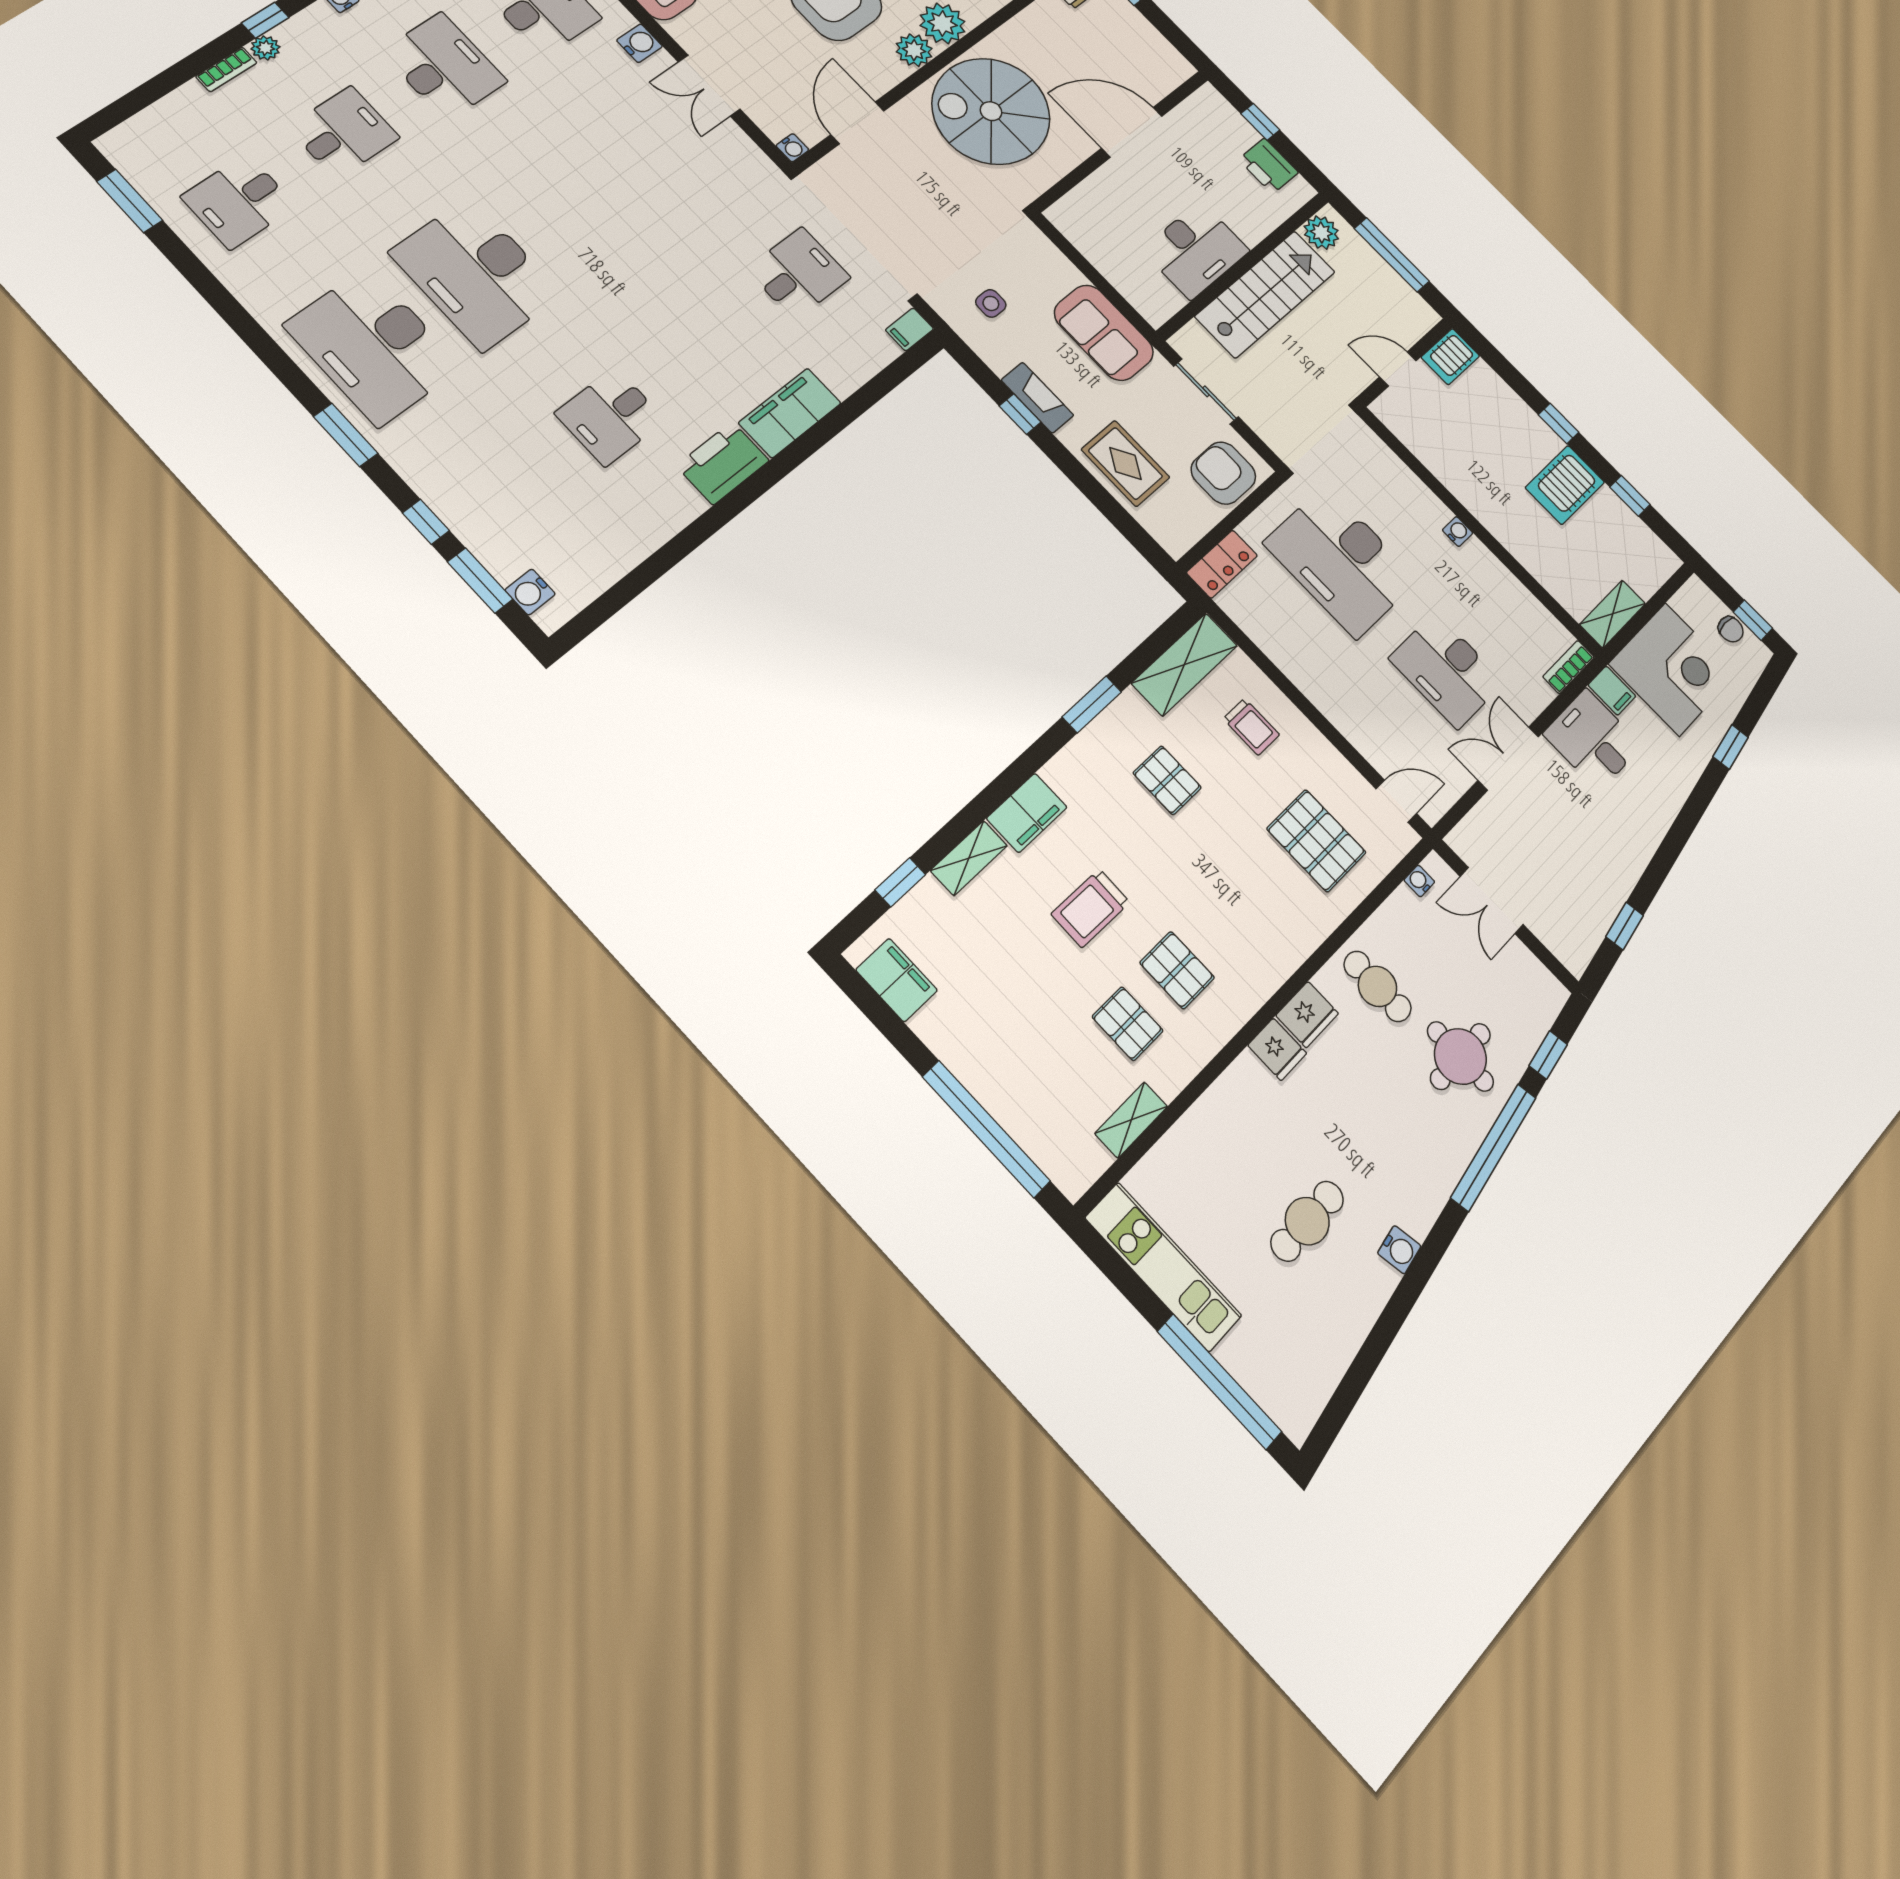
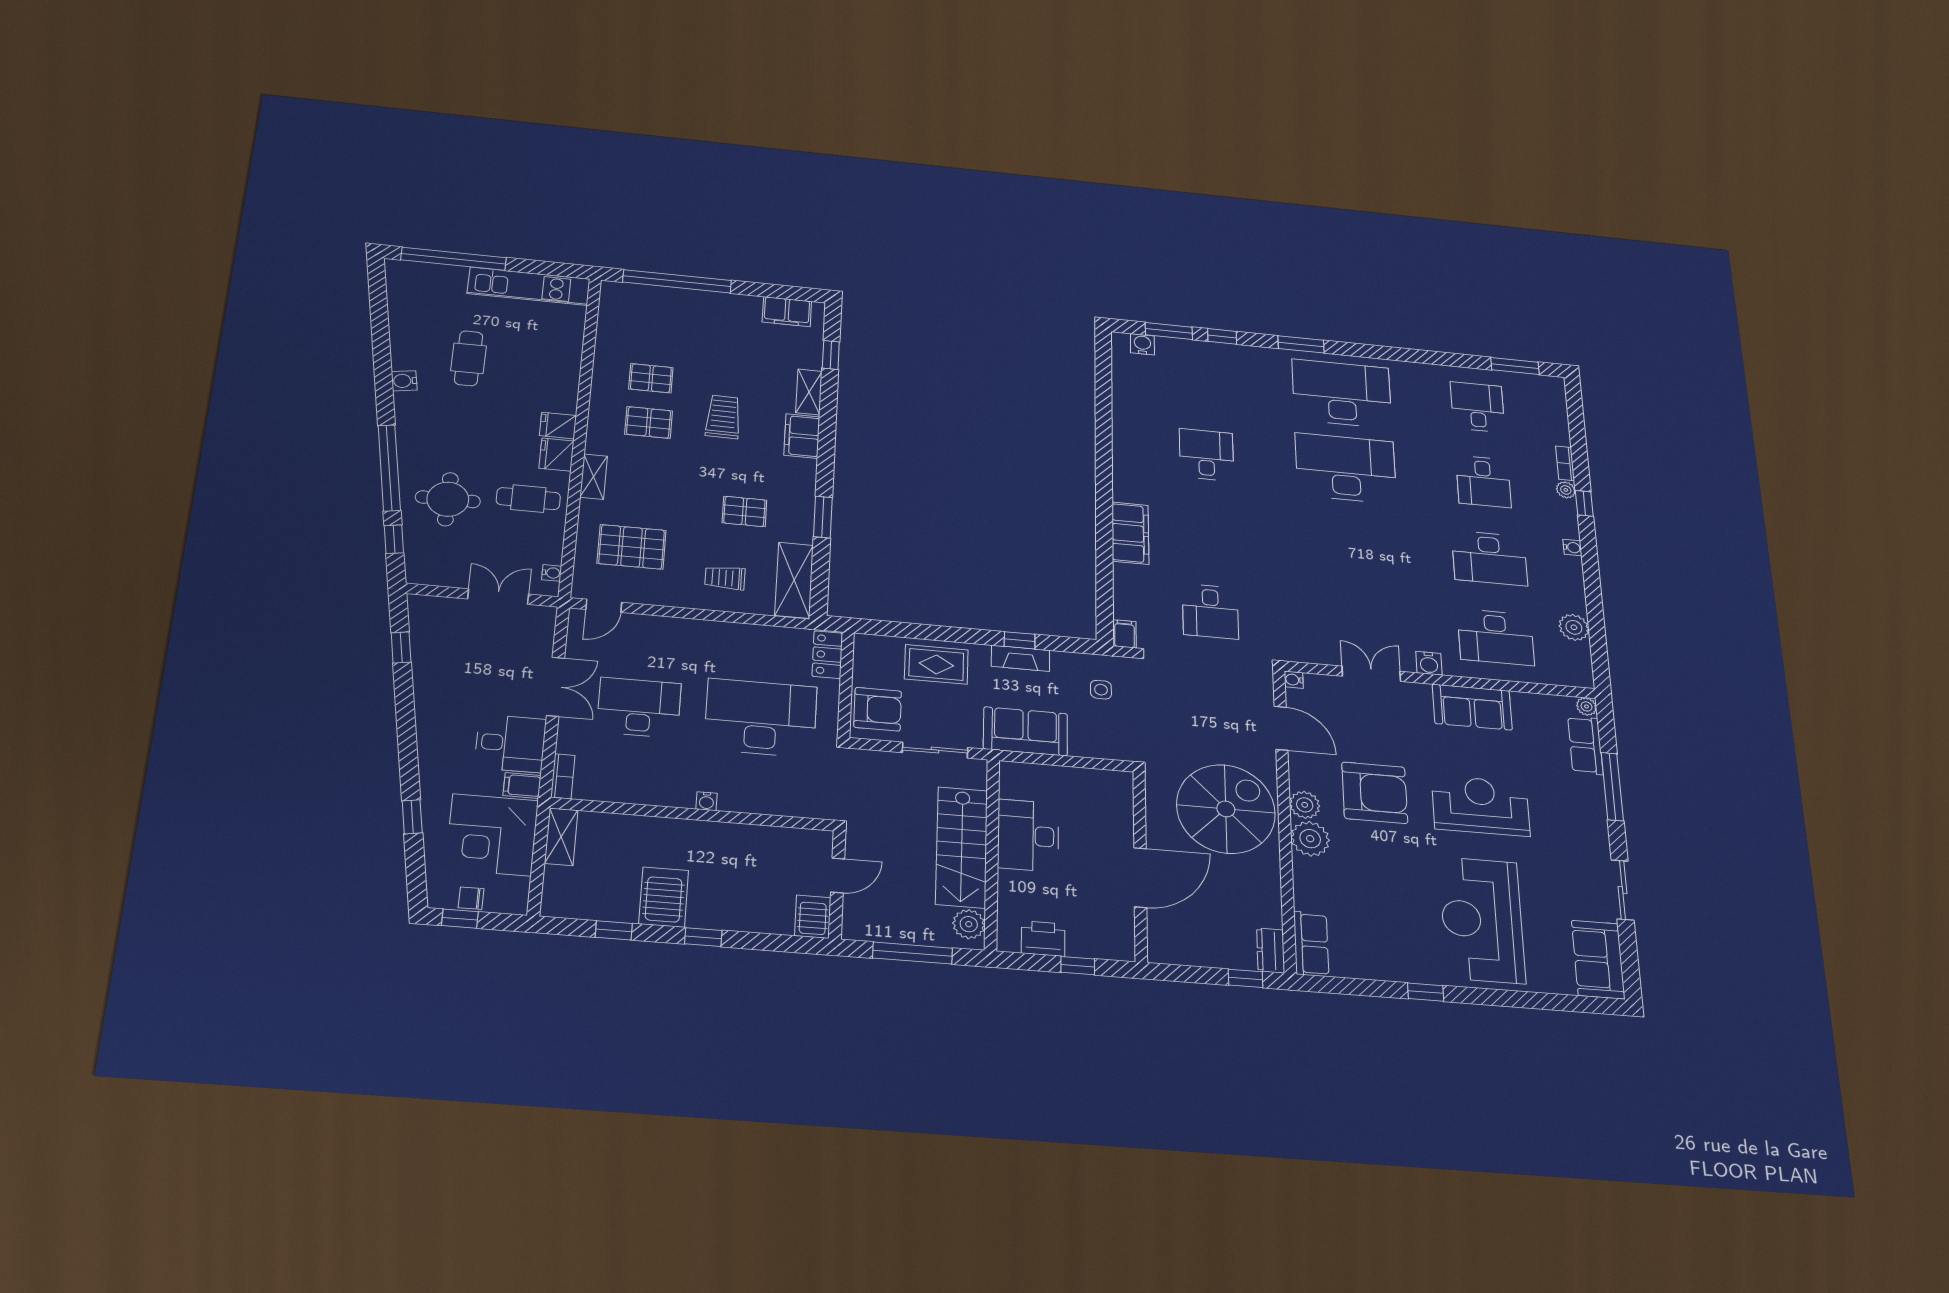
printer: (723, 463) -> (1131, 479), removed
shelving: (1131, 1120) -> (594, 477), moved

